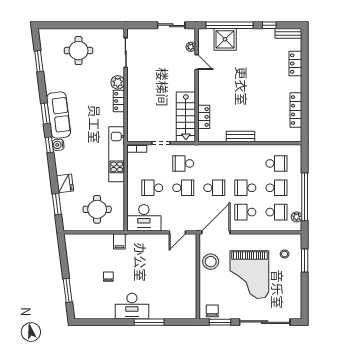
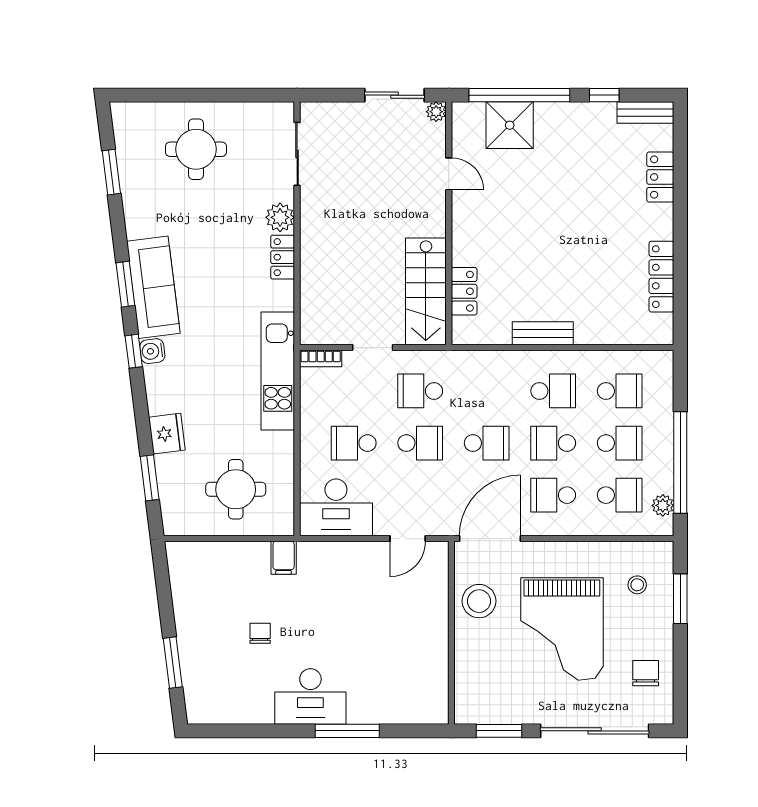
plant: (191, 47) -> (436, 112), moved
school desk: (245, 163) -> (553, 391), added
chair: (212, 311) -> (646, 673), moved

